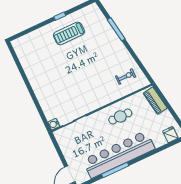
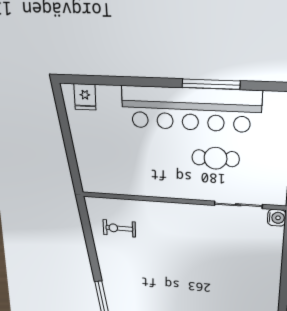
piano: (155, 101) -> (87, 166), removed
cafe table: (120, 116) -> (216, 158), moved

